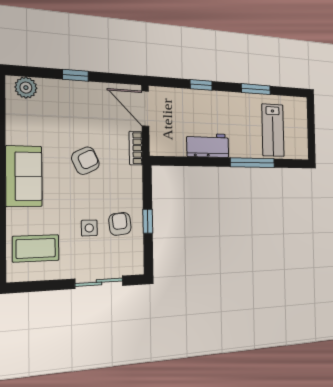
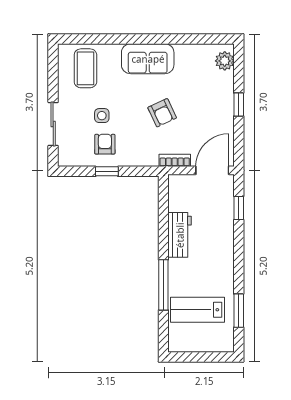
window: (201, 85) -> (239, 208), moved
window: (256, 89) -> (239, 311), moved
armchair: (120, 224) -> (105, 144), turned -84

